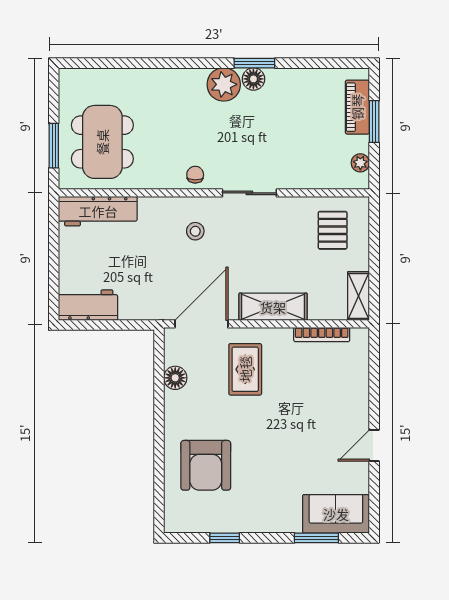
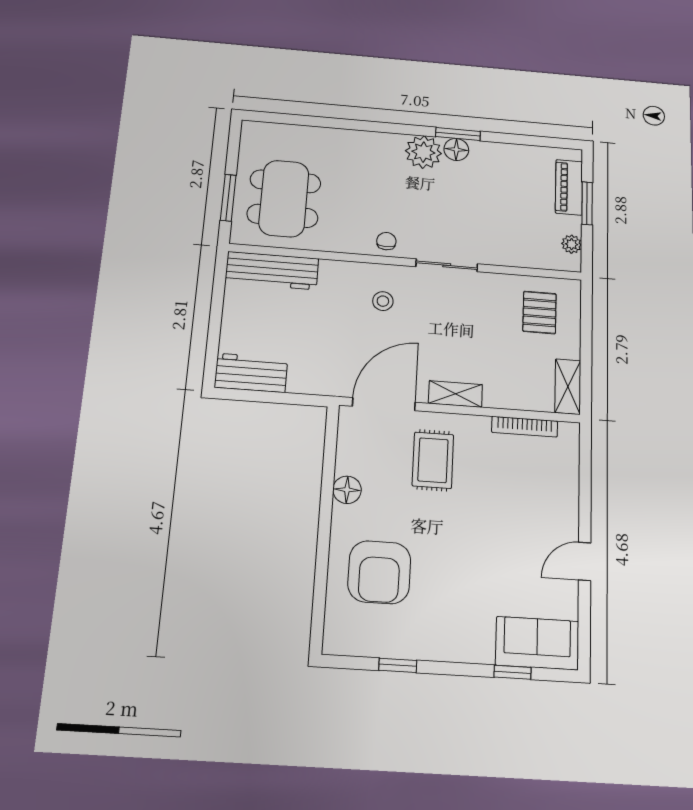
shelving: (273, 307) -> (455, 394), width x0.67, depth x0.75
floor lamp: (175, 378) -> (347, 490), moved
window: (316, 538) -> (512, 672), width x0.67

